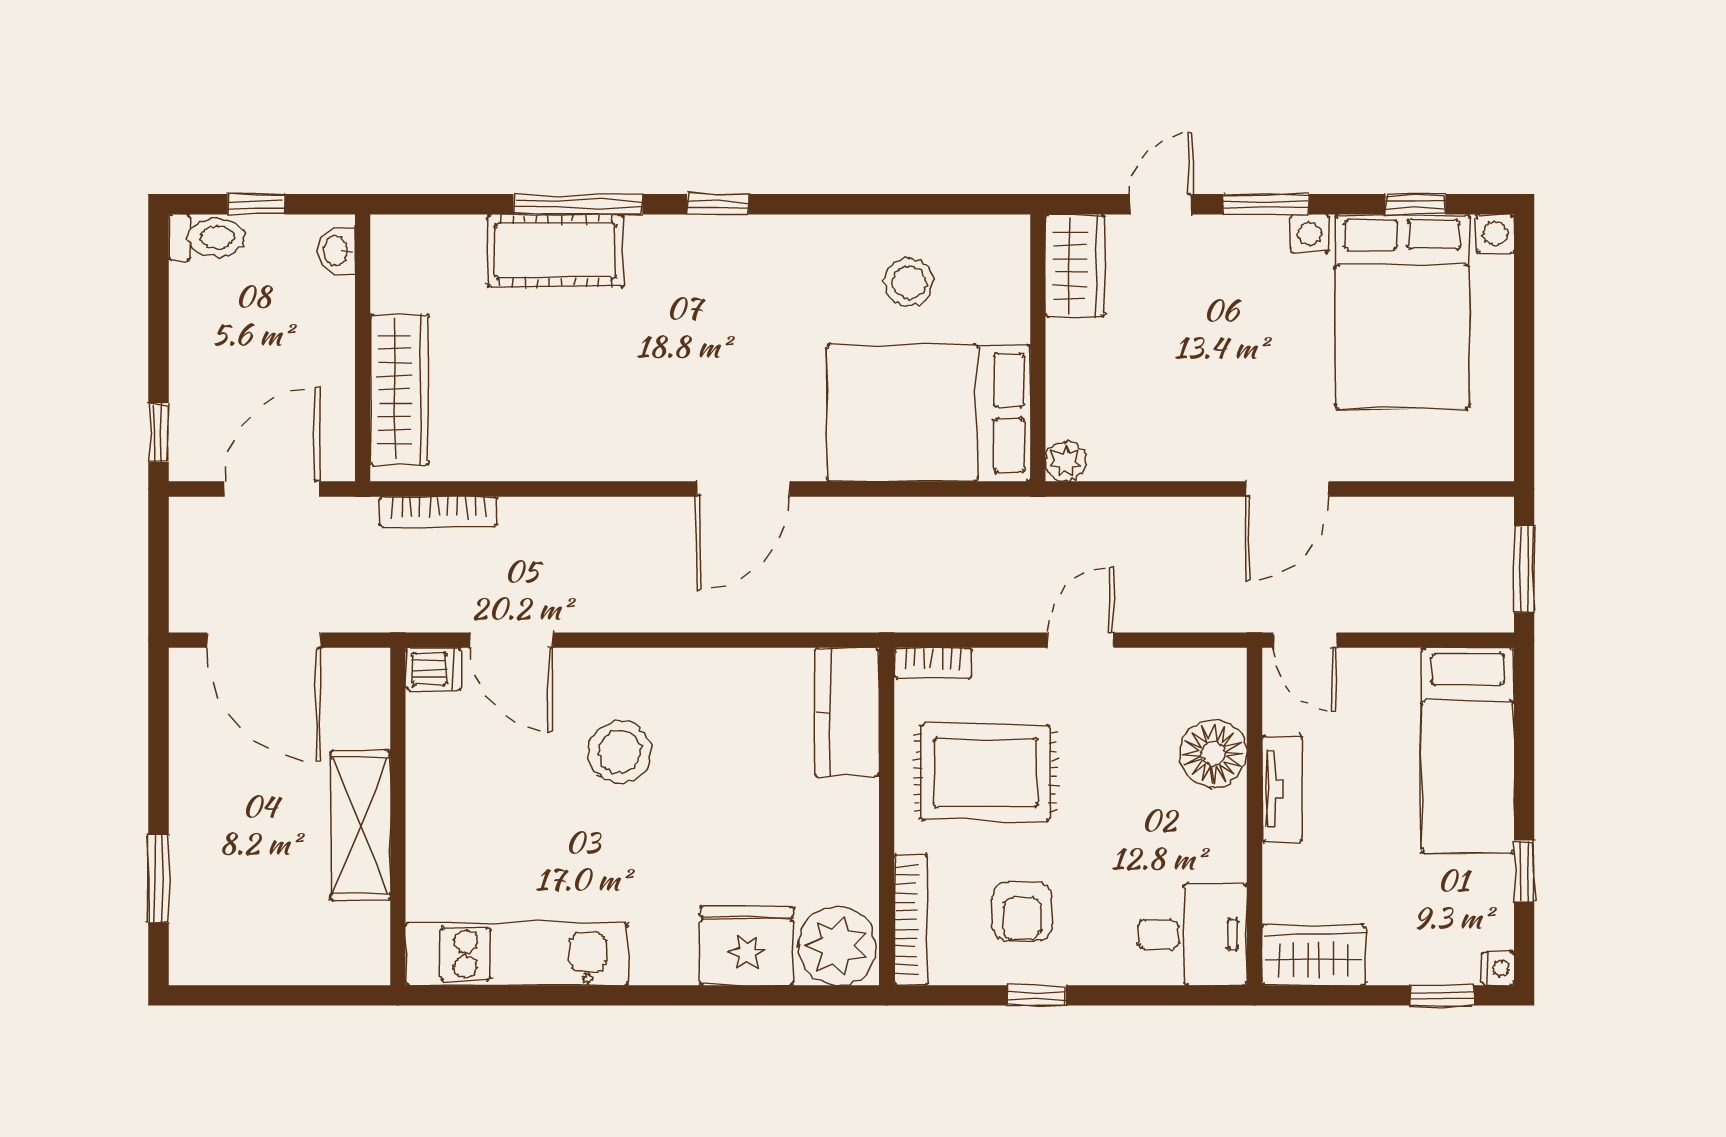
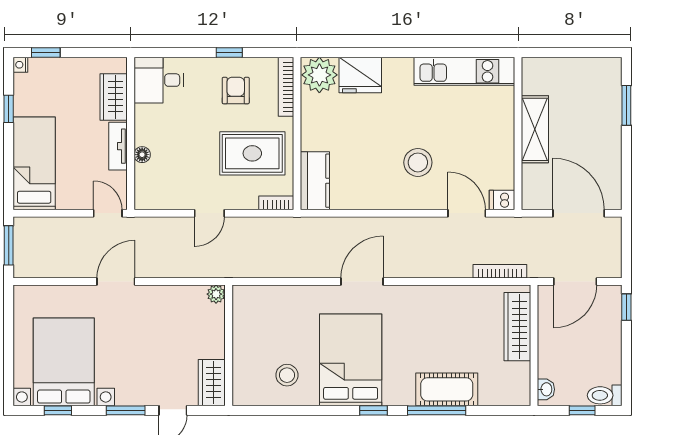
bed: (929, 413) -> (351, 360), moved, turned -90
floor lamp: (1213, 754) -> (142, 155), width x0.53, depth x0.53
wardrobe: (1314, 955) -> (114, 97), moved, turned 90

